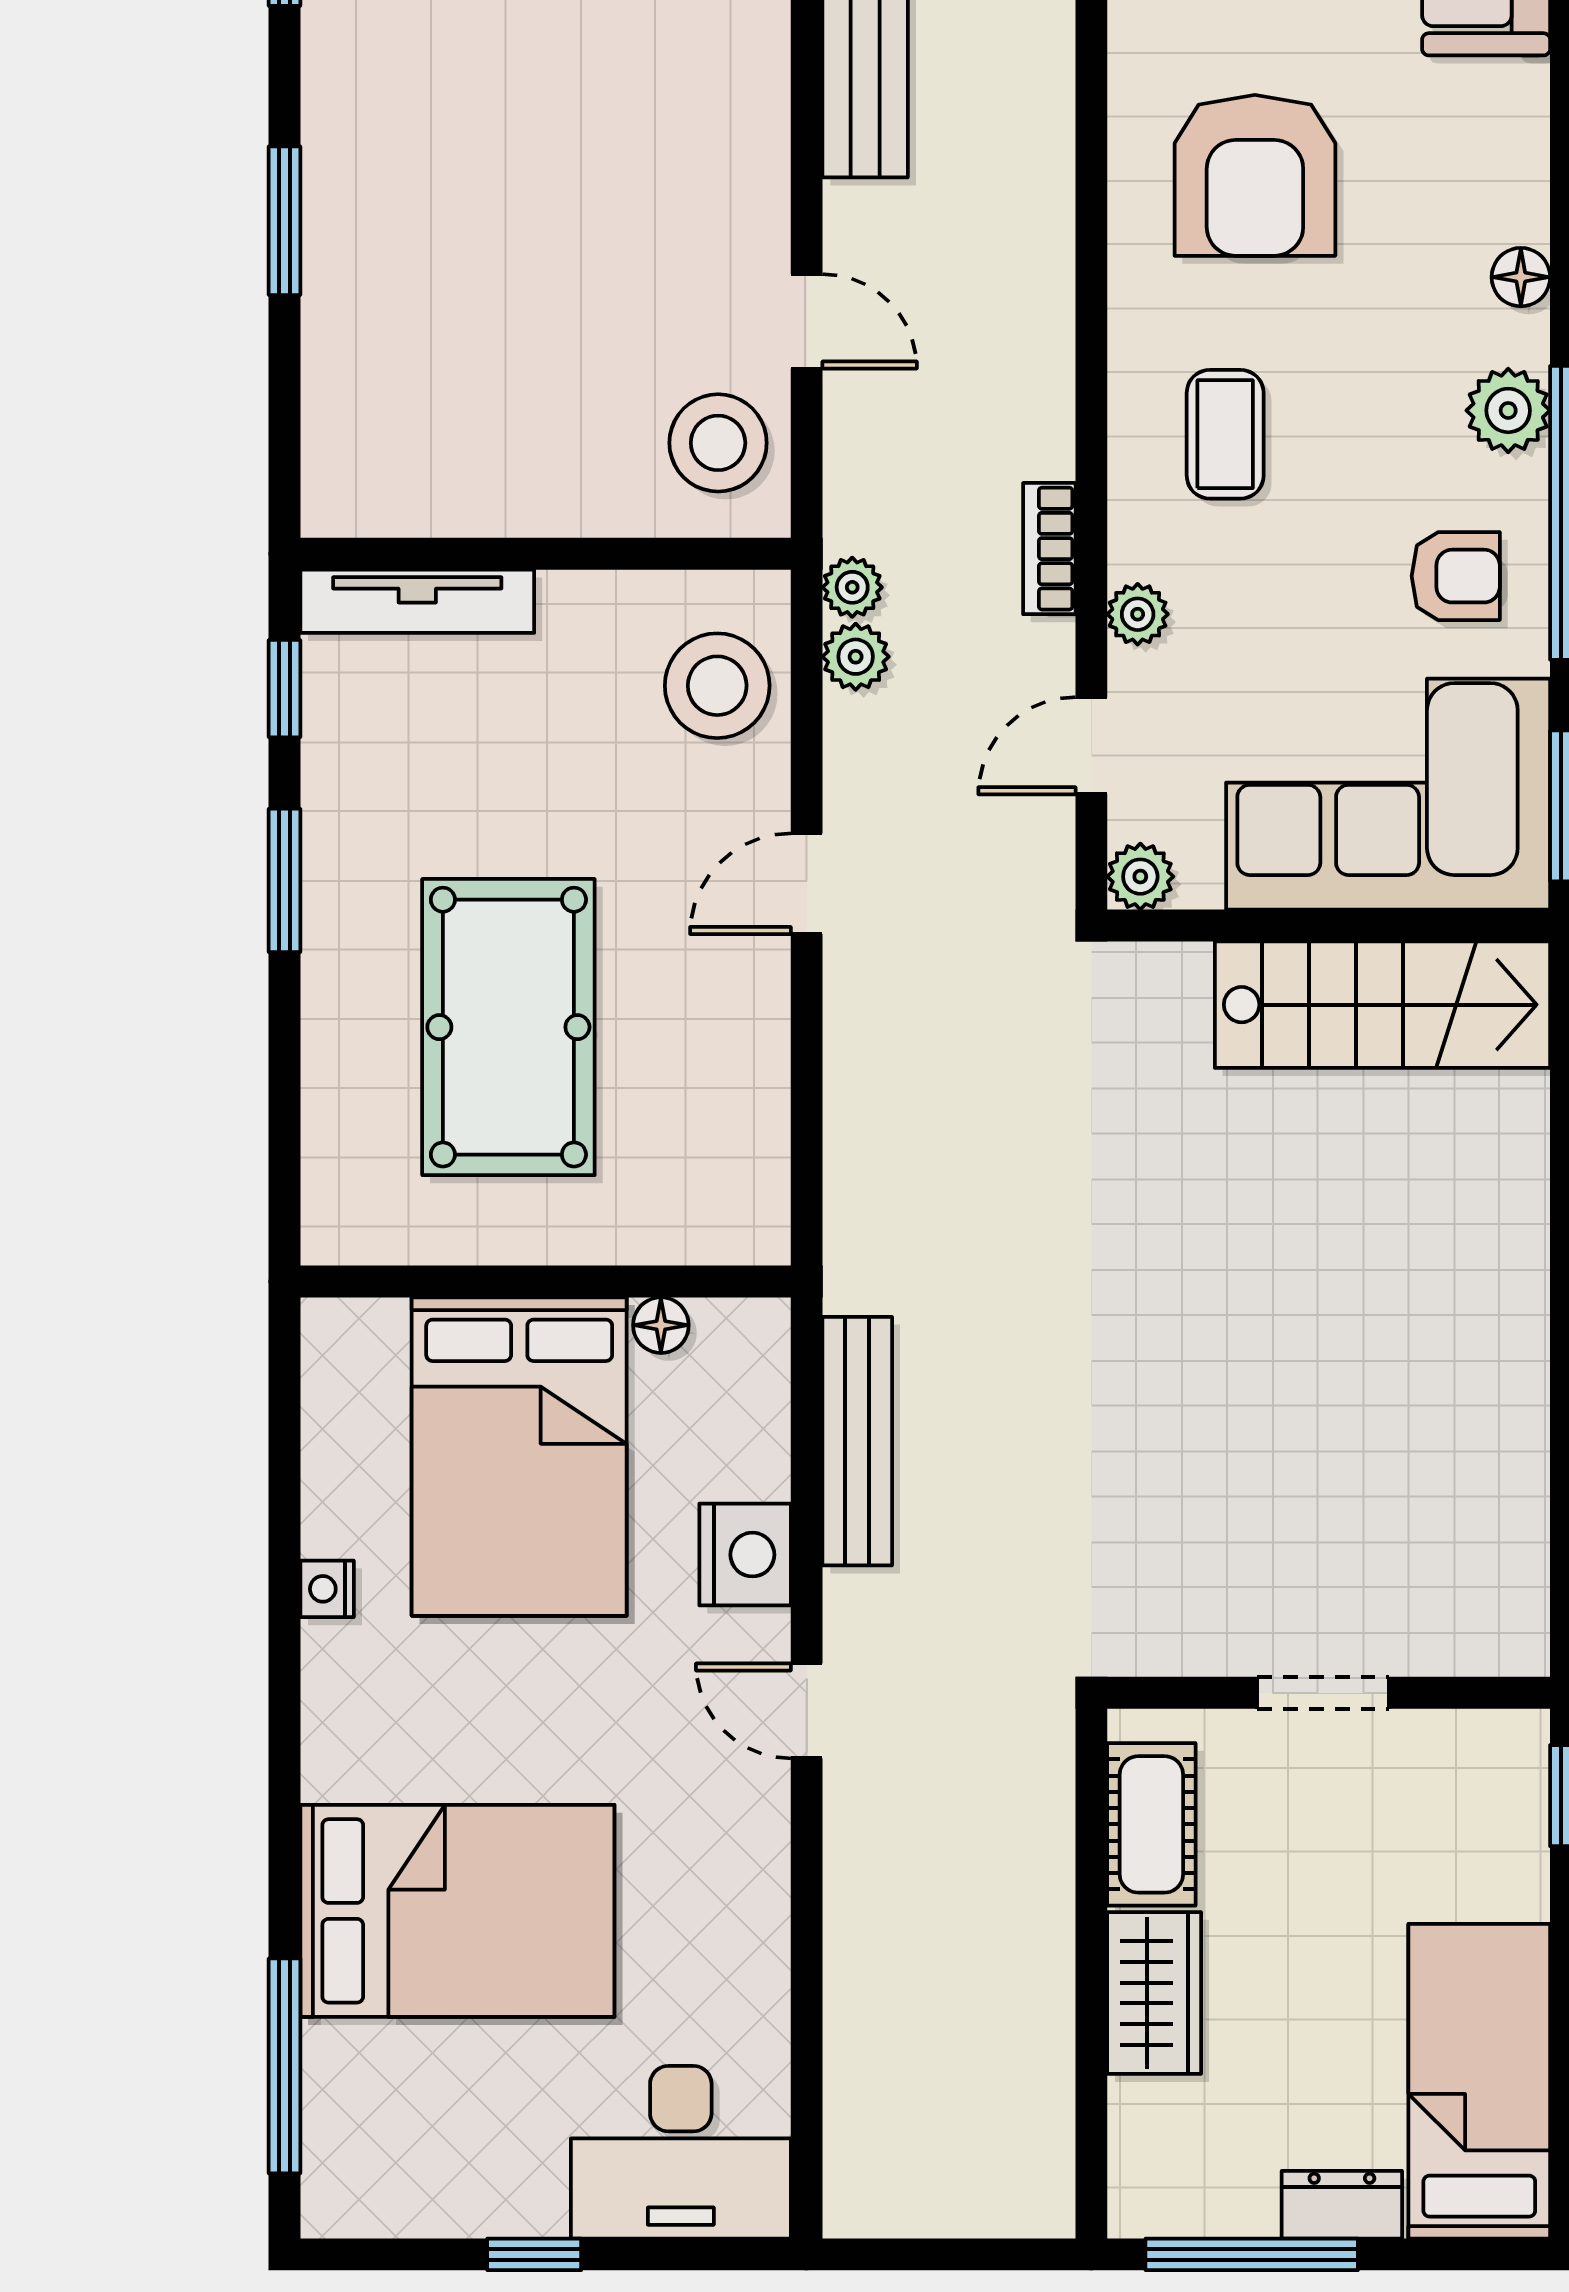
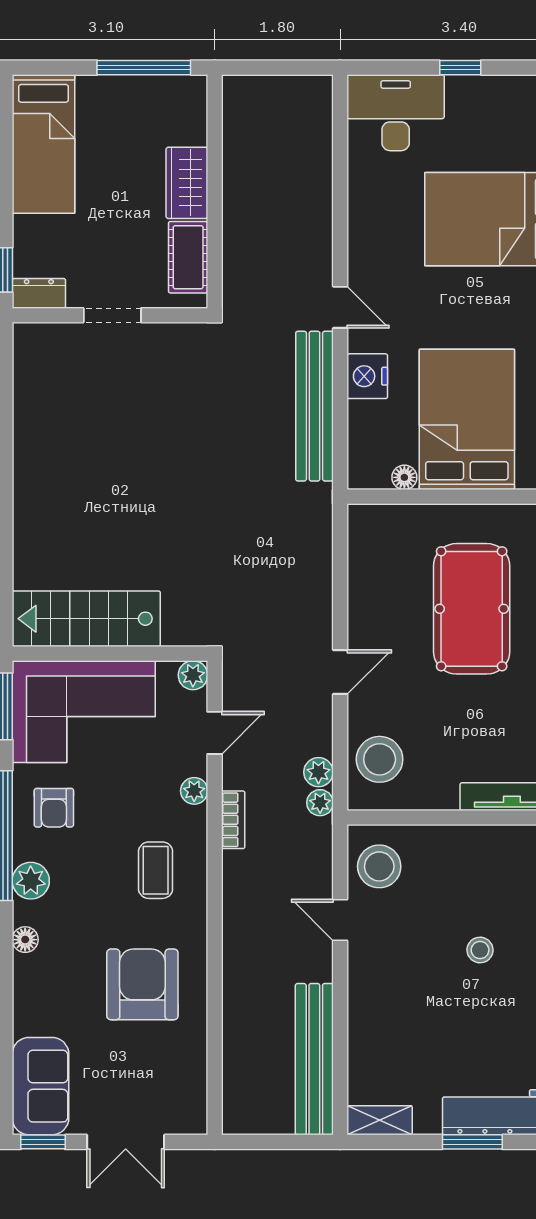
stool: (489, 253) -> (480, 950), added
armchair: (1456, 576) -> (54, 808), turned -90
bench: (857, 1441) -> (315, 406), width x1.37, depth x1.21
dresser: (1342, 2205) -> (39, 293), moved, turned 180

